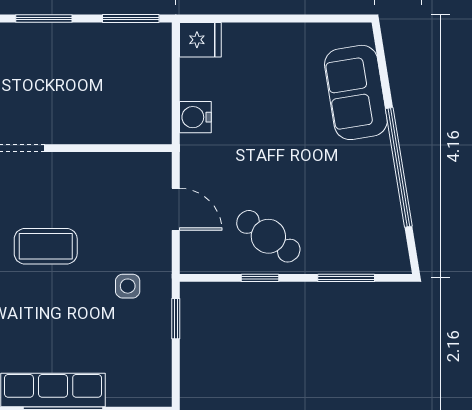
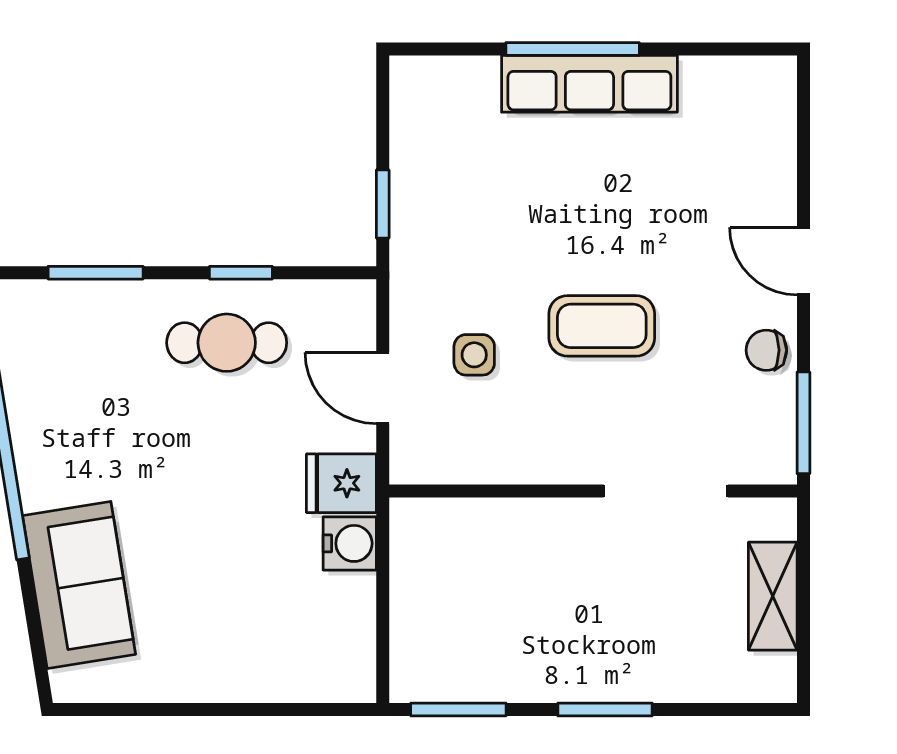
fridge: (200, 40) -> (341, 483), moved
cafe table: (268, 236) -> (227, 343), turned -35
side table: (128, 286) -> (474, 355), moved

